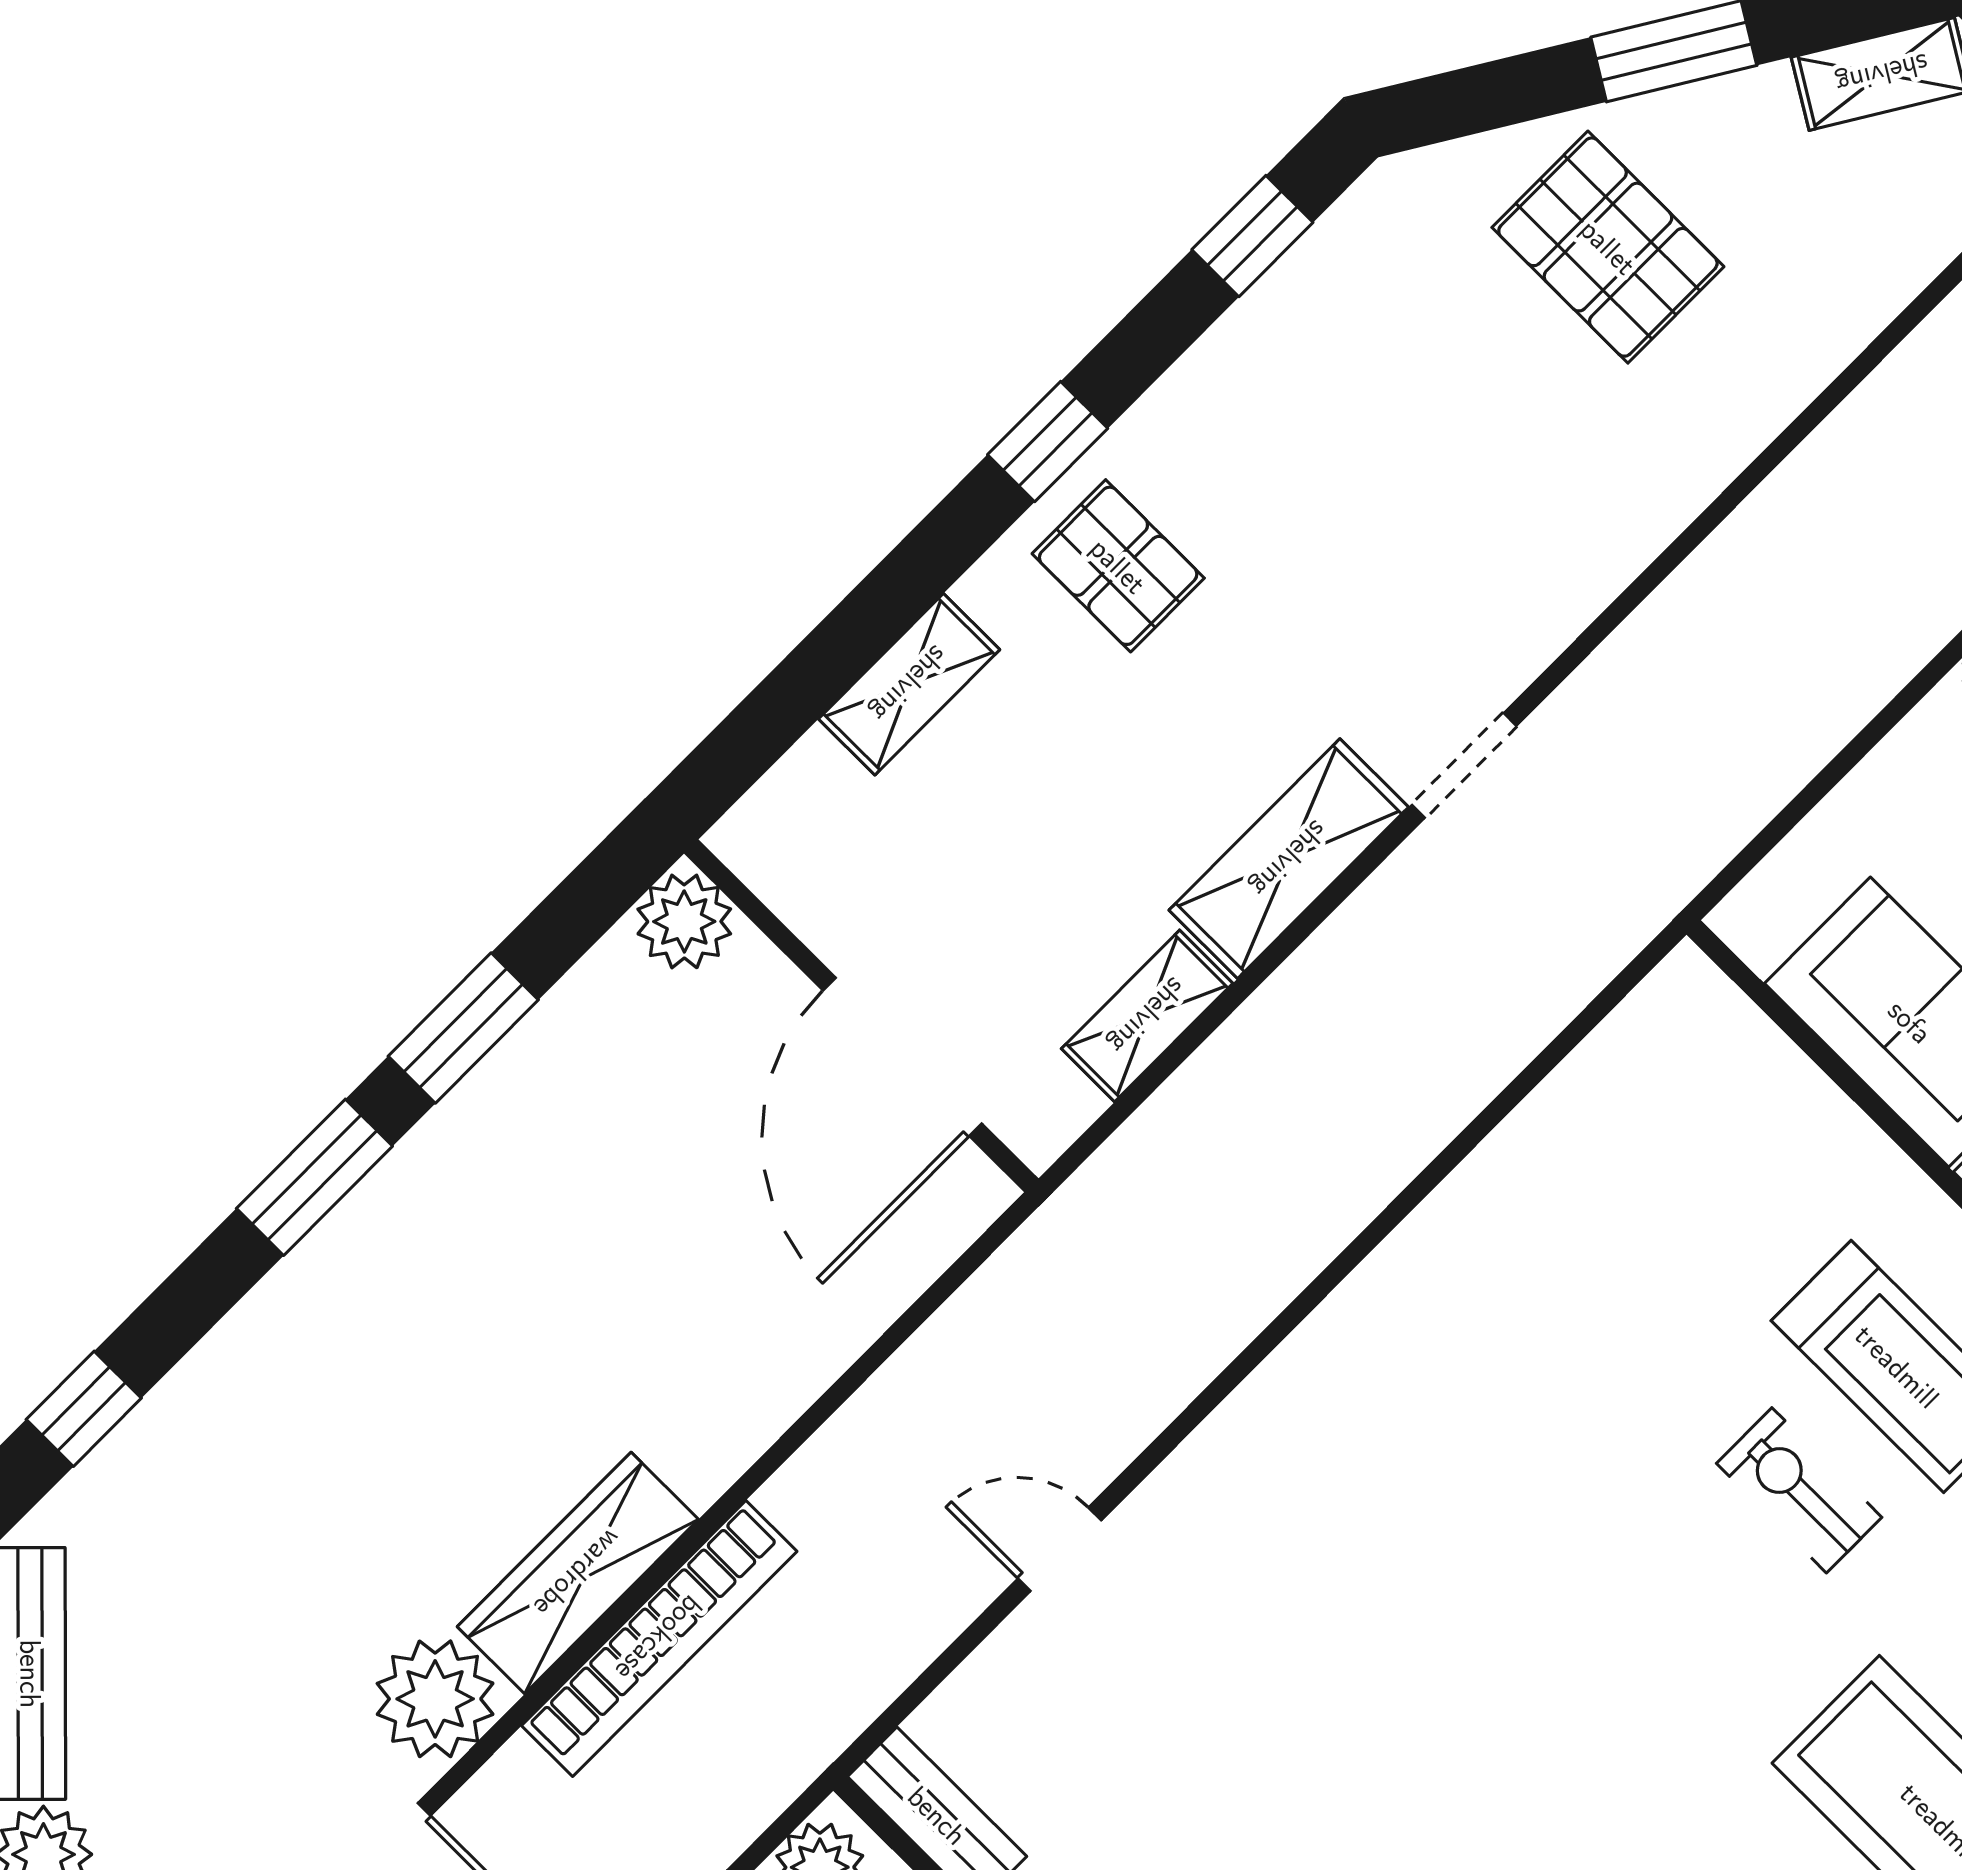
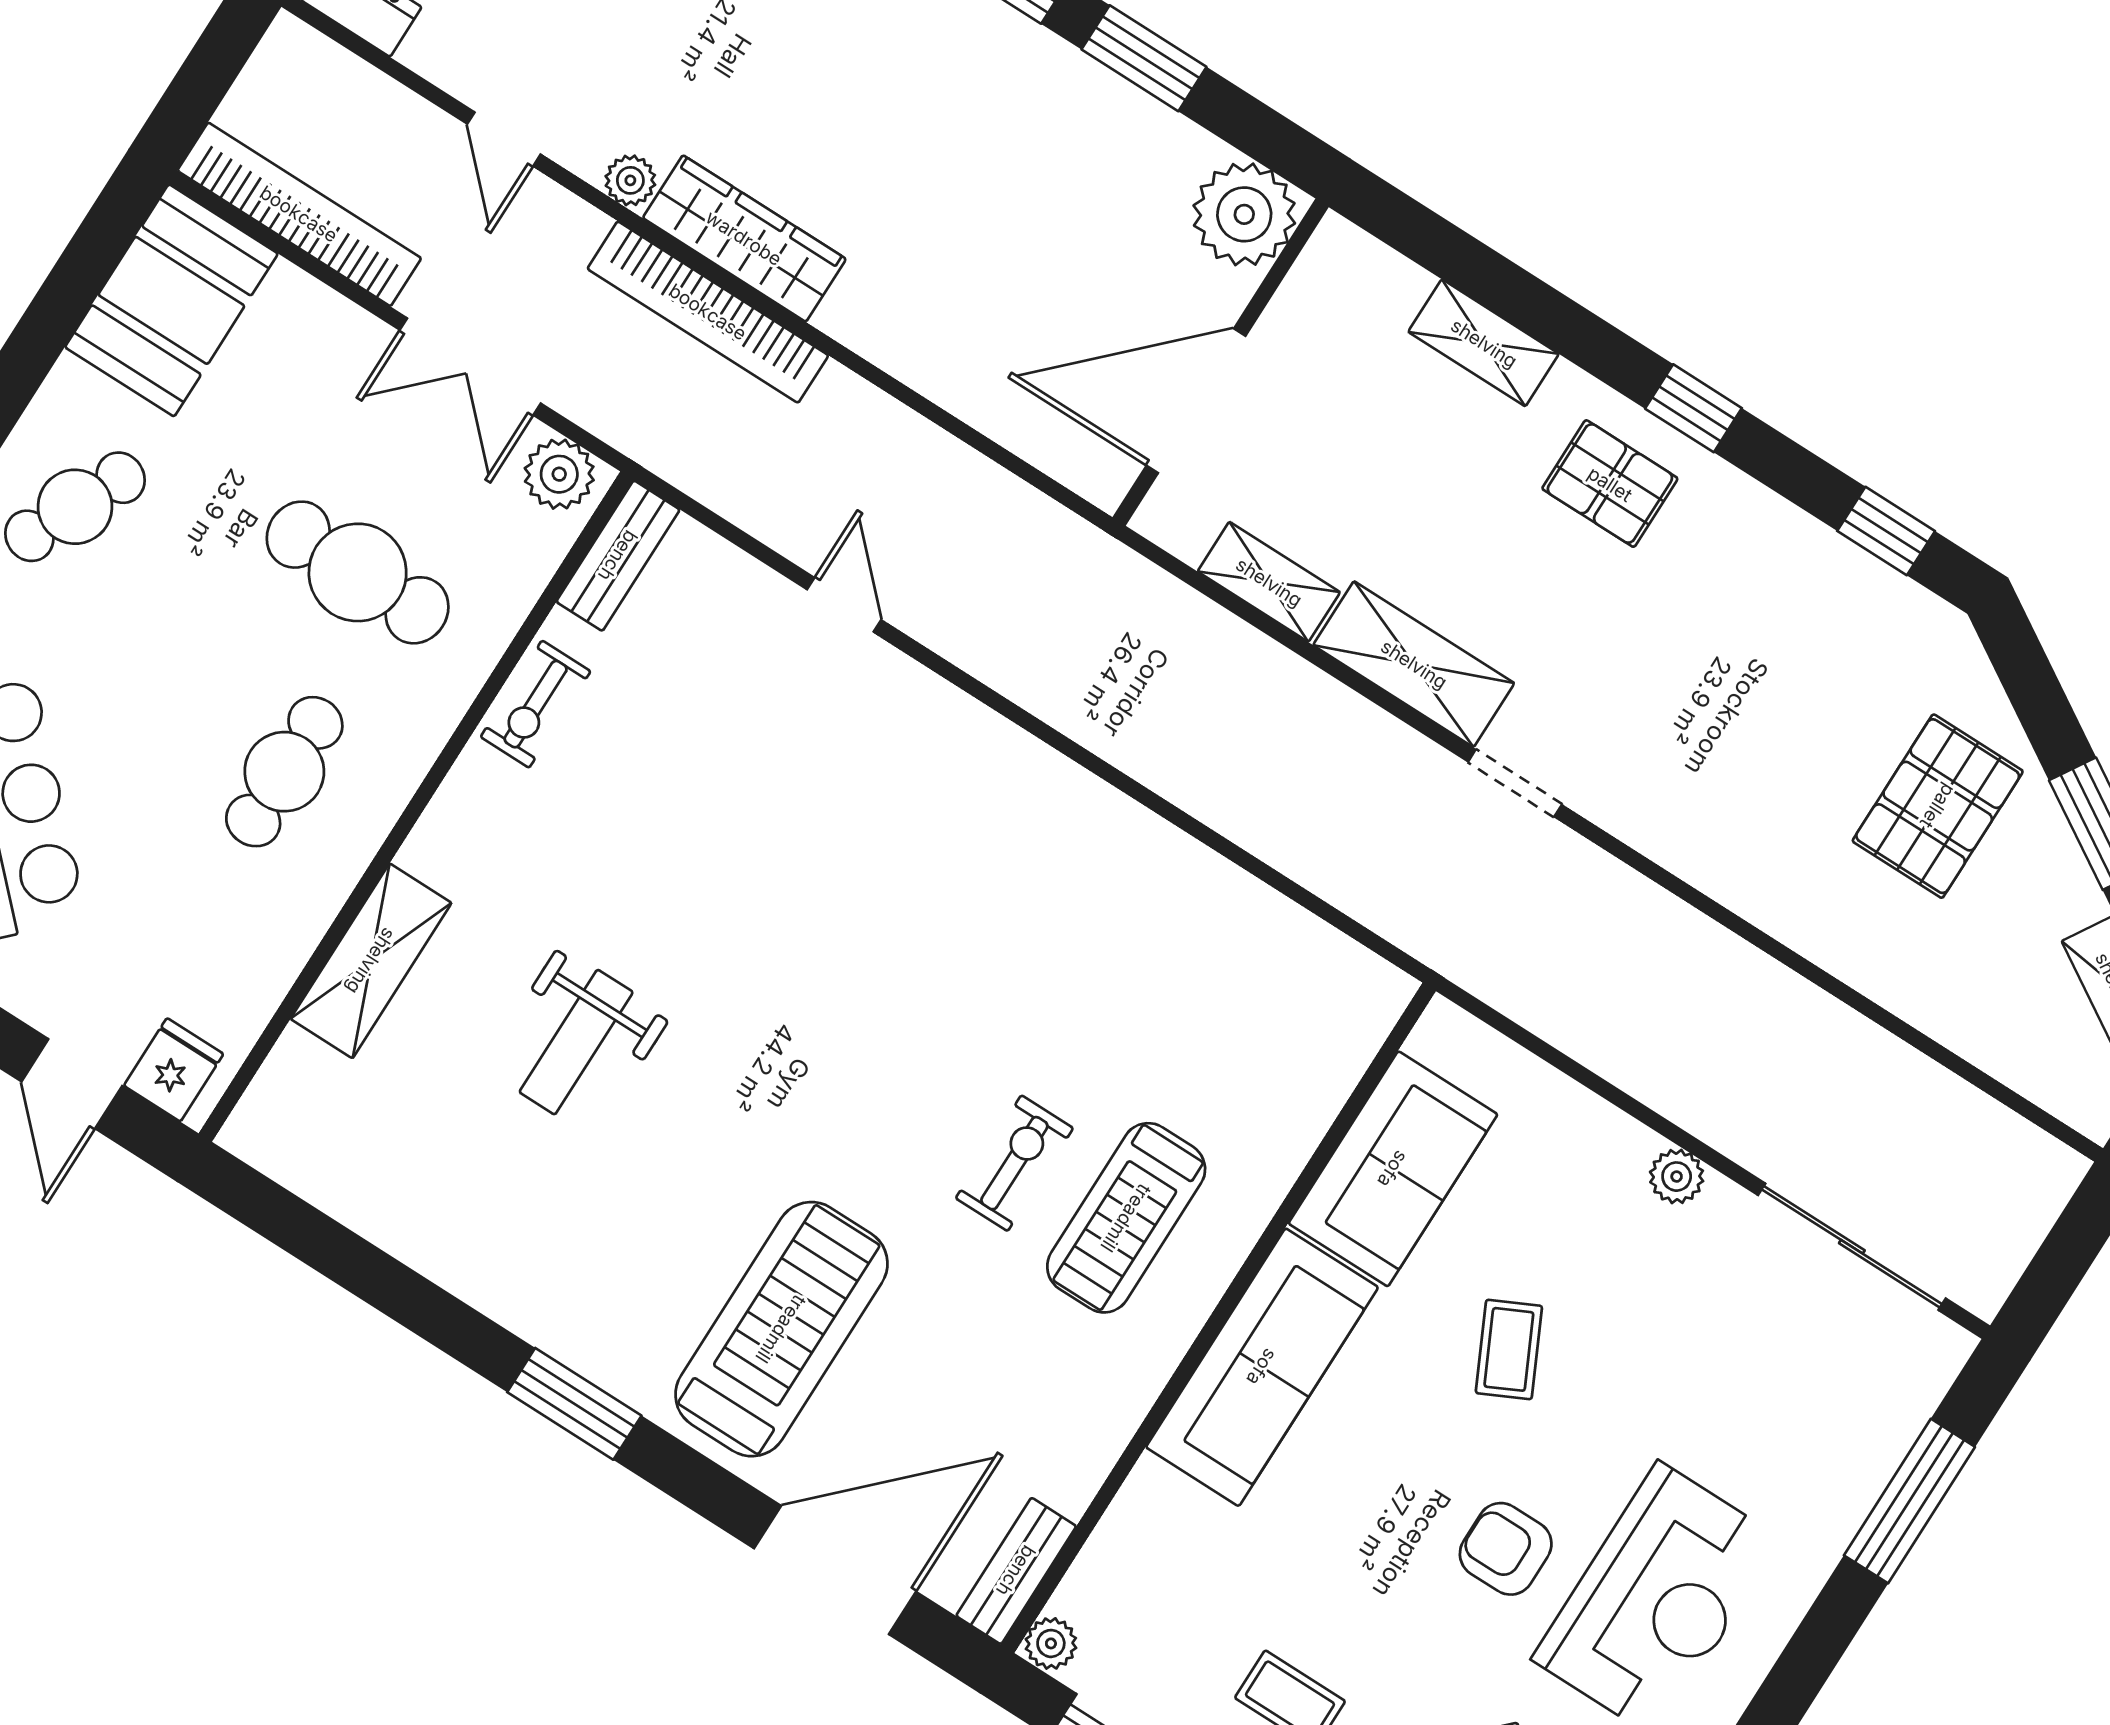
pallet: (1118, 566) -> (1610, 484), turned 90
plant: (684, 921) -> (1244, 214), width x1.36, depth x1.36
plant: (435, 1699) -> (630, 180), width x0.53, depth x0.53

